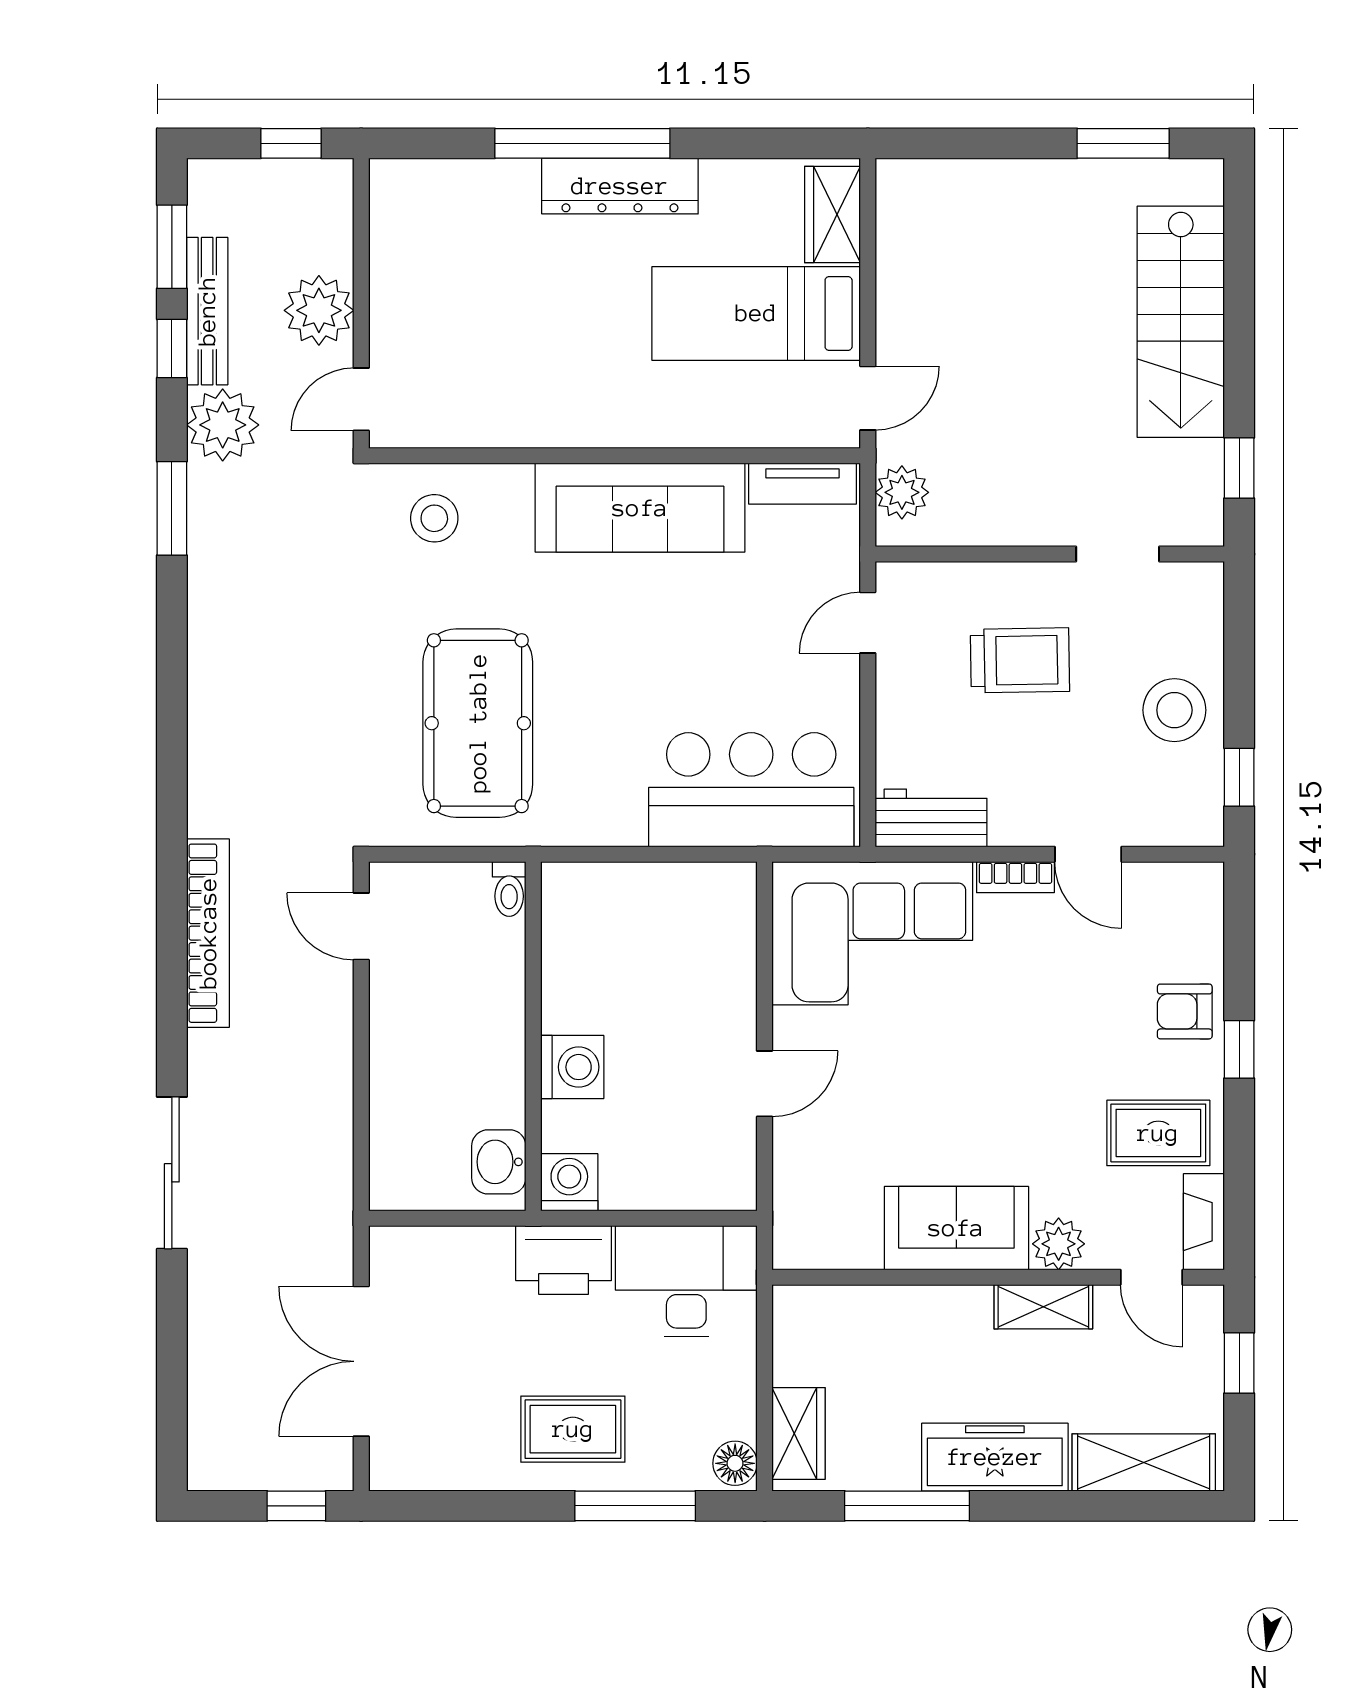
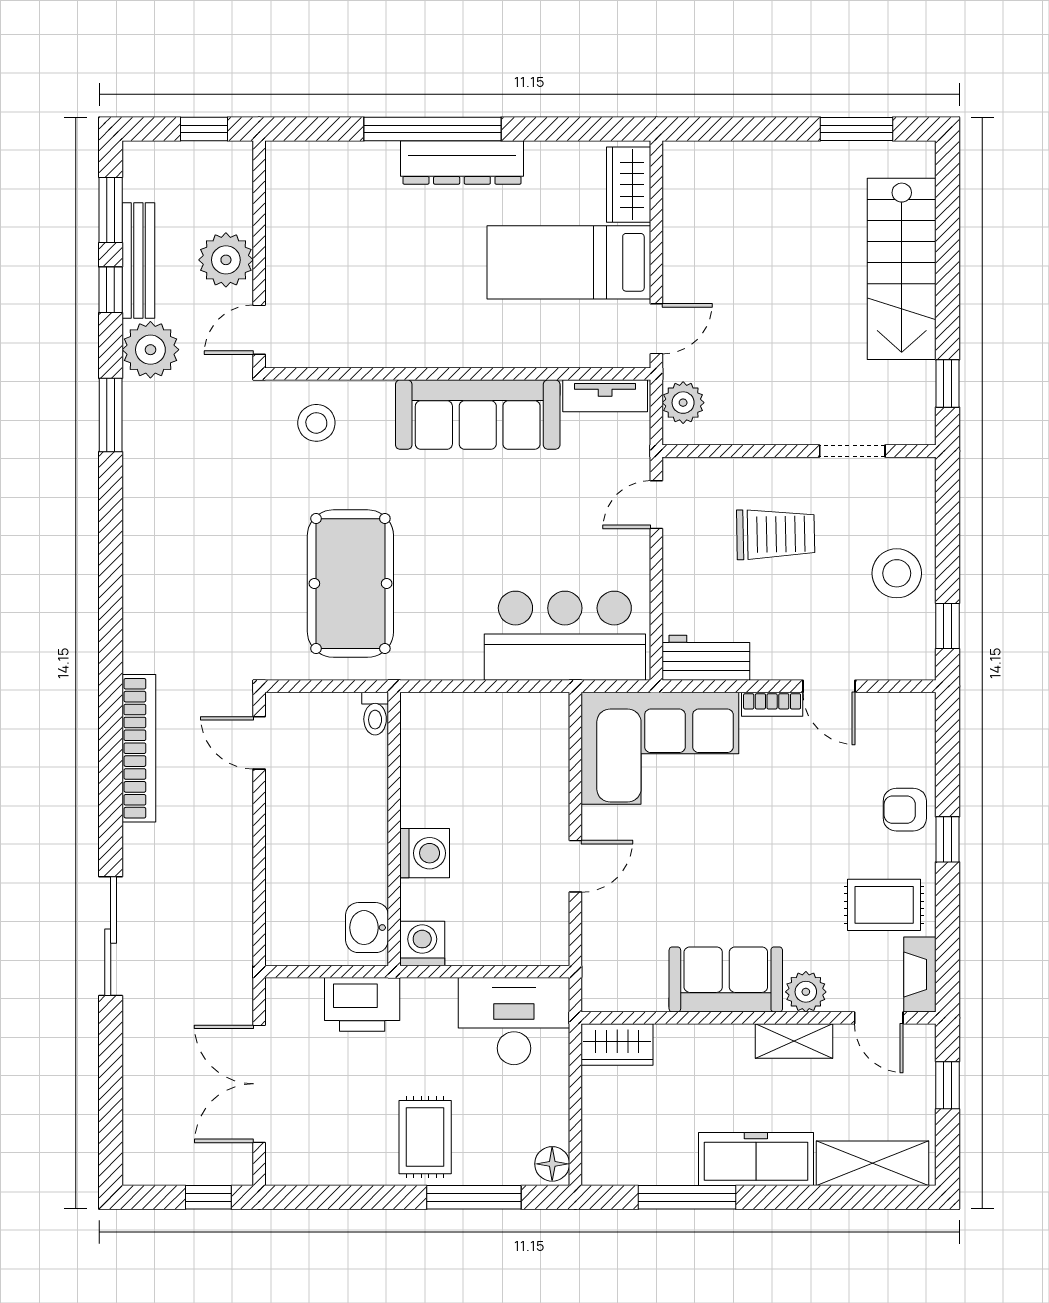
printer: (564, 1260) -> (362, 1004), moved
rug: (573, 1429) -> (425, 1137), turned 90
wardrobe: (799, 1433) -> (617, 1045), moved, turned 90

